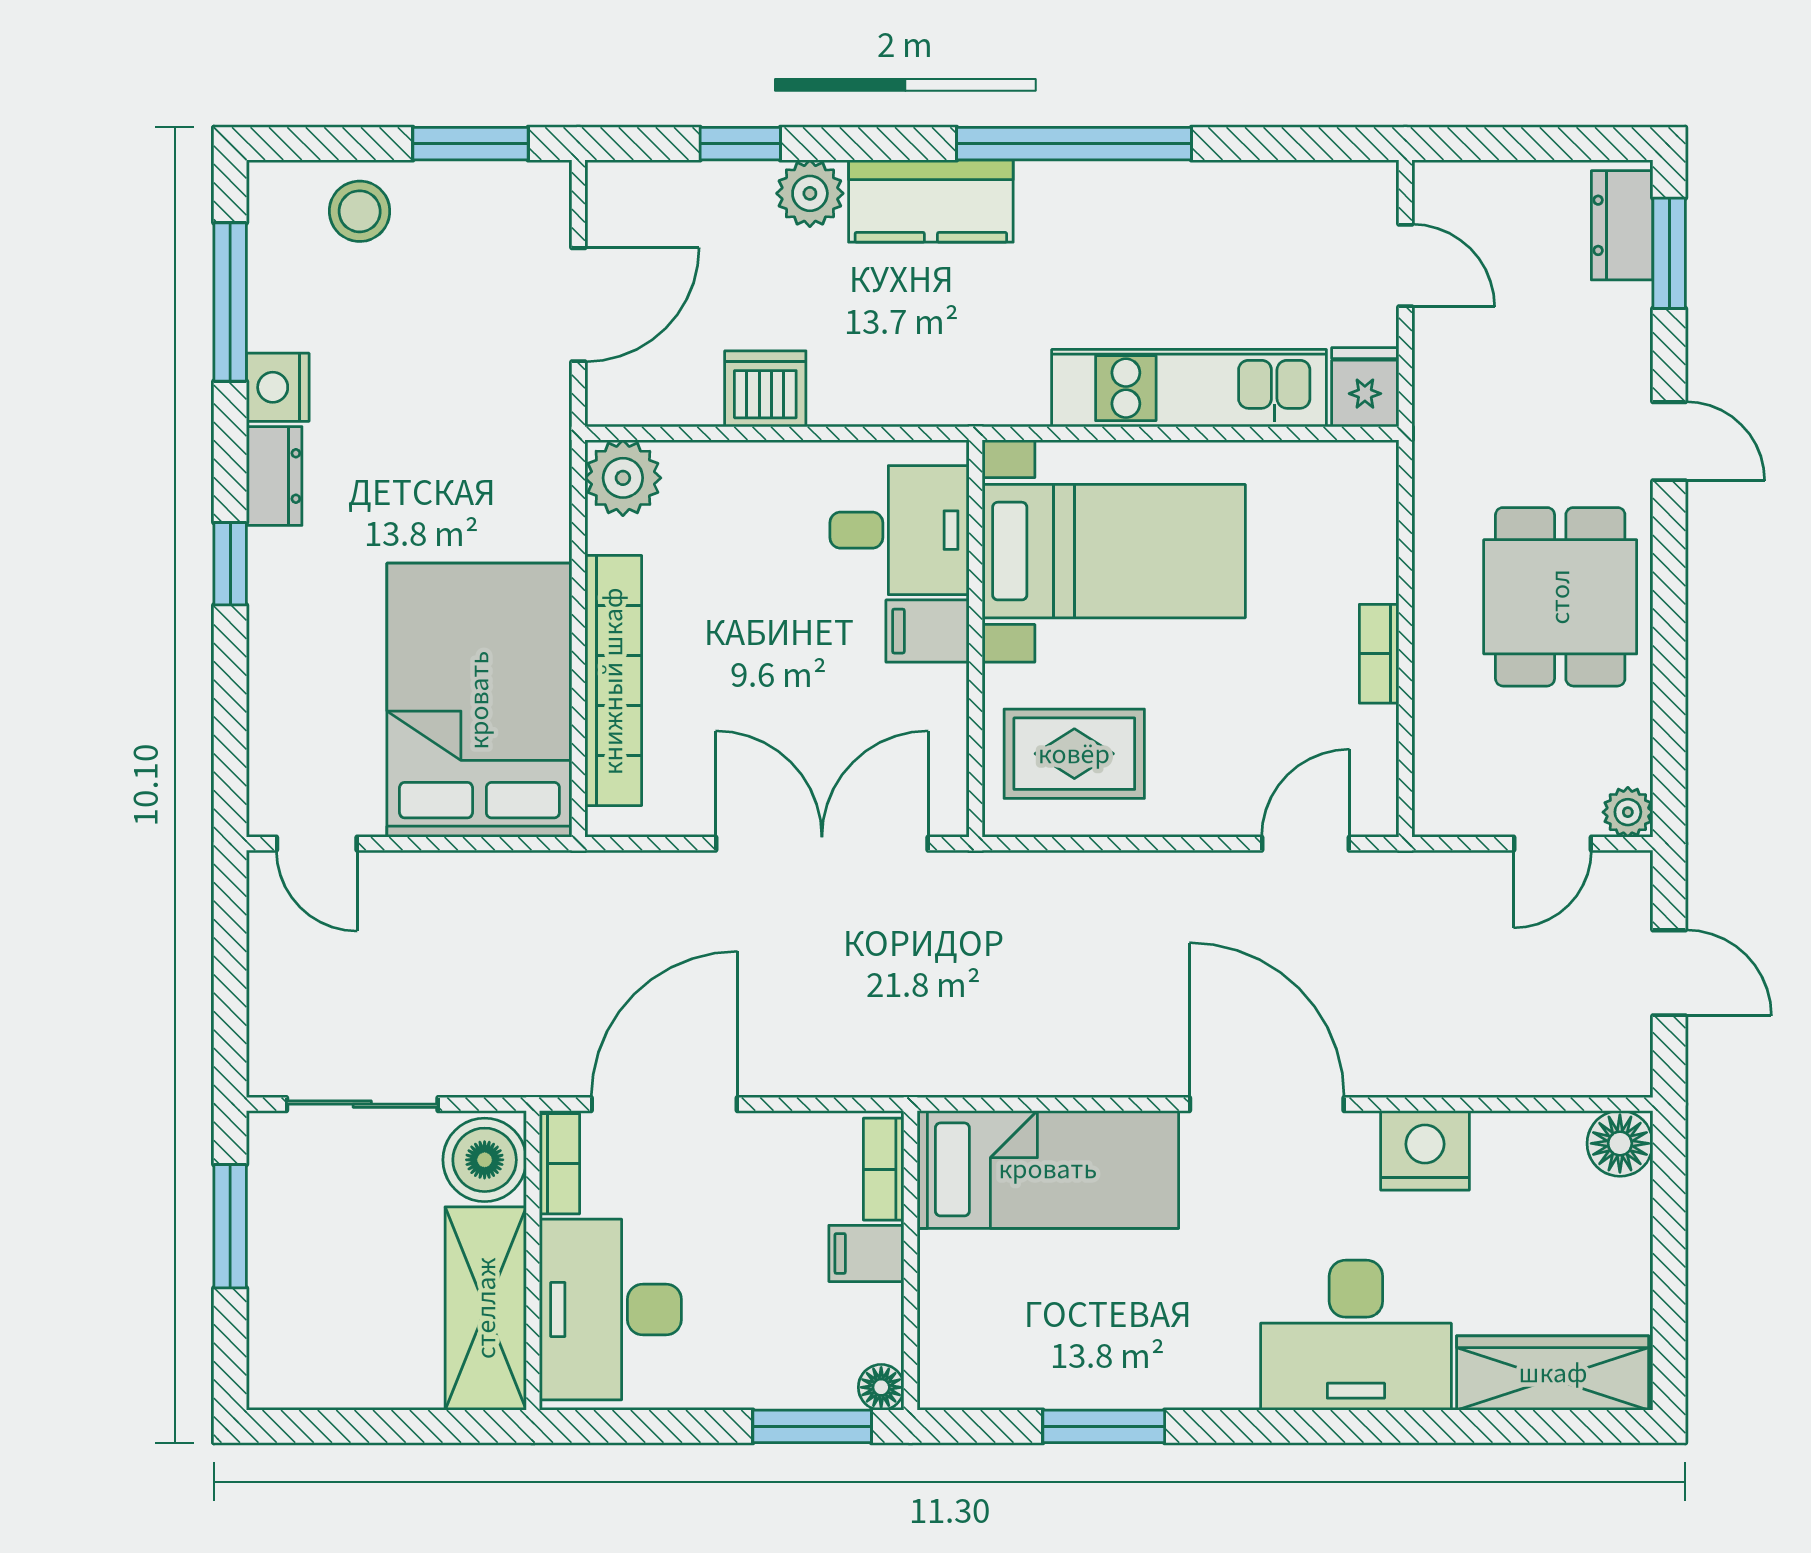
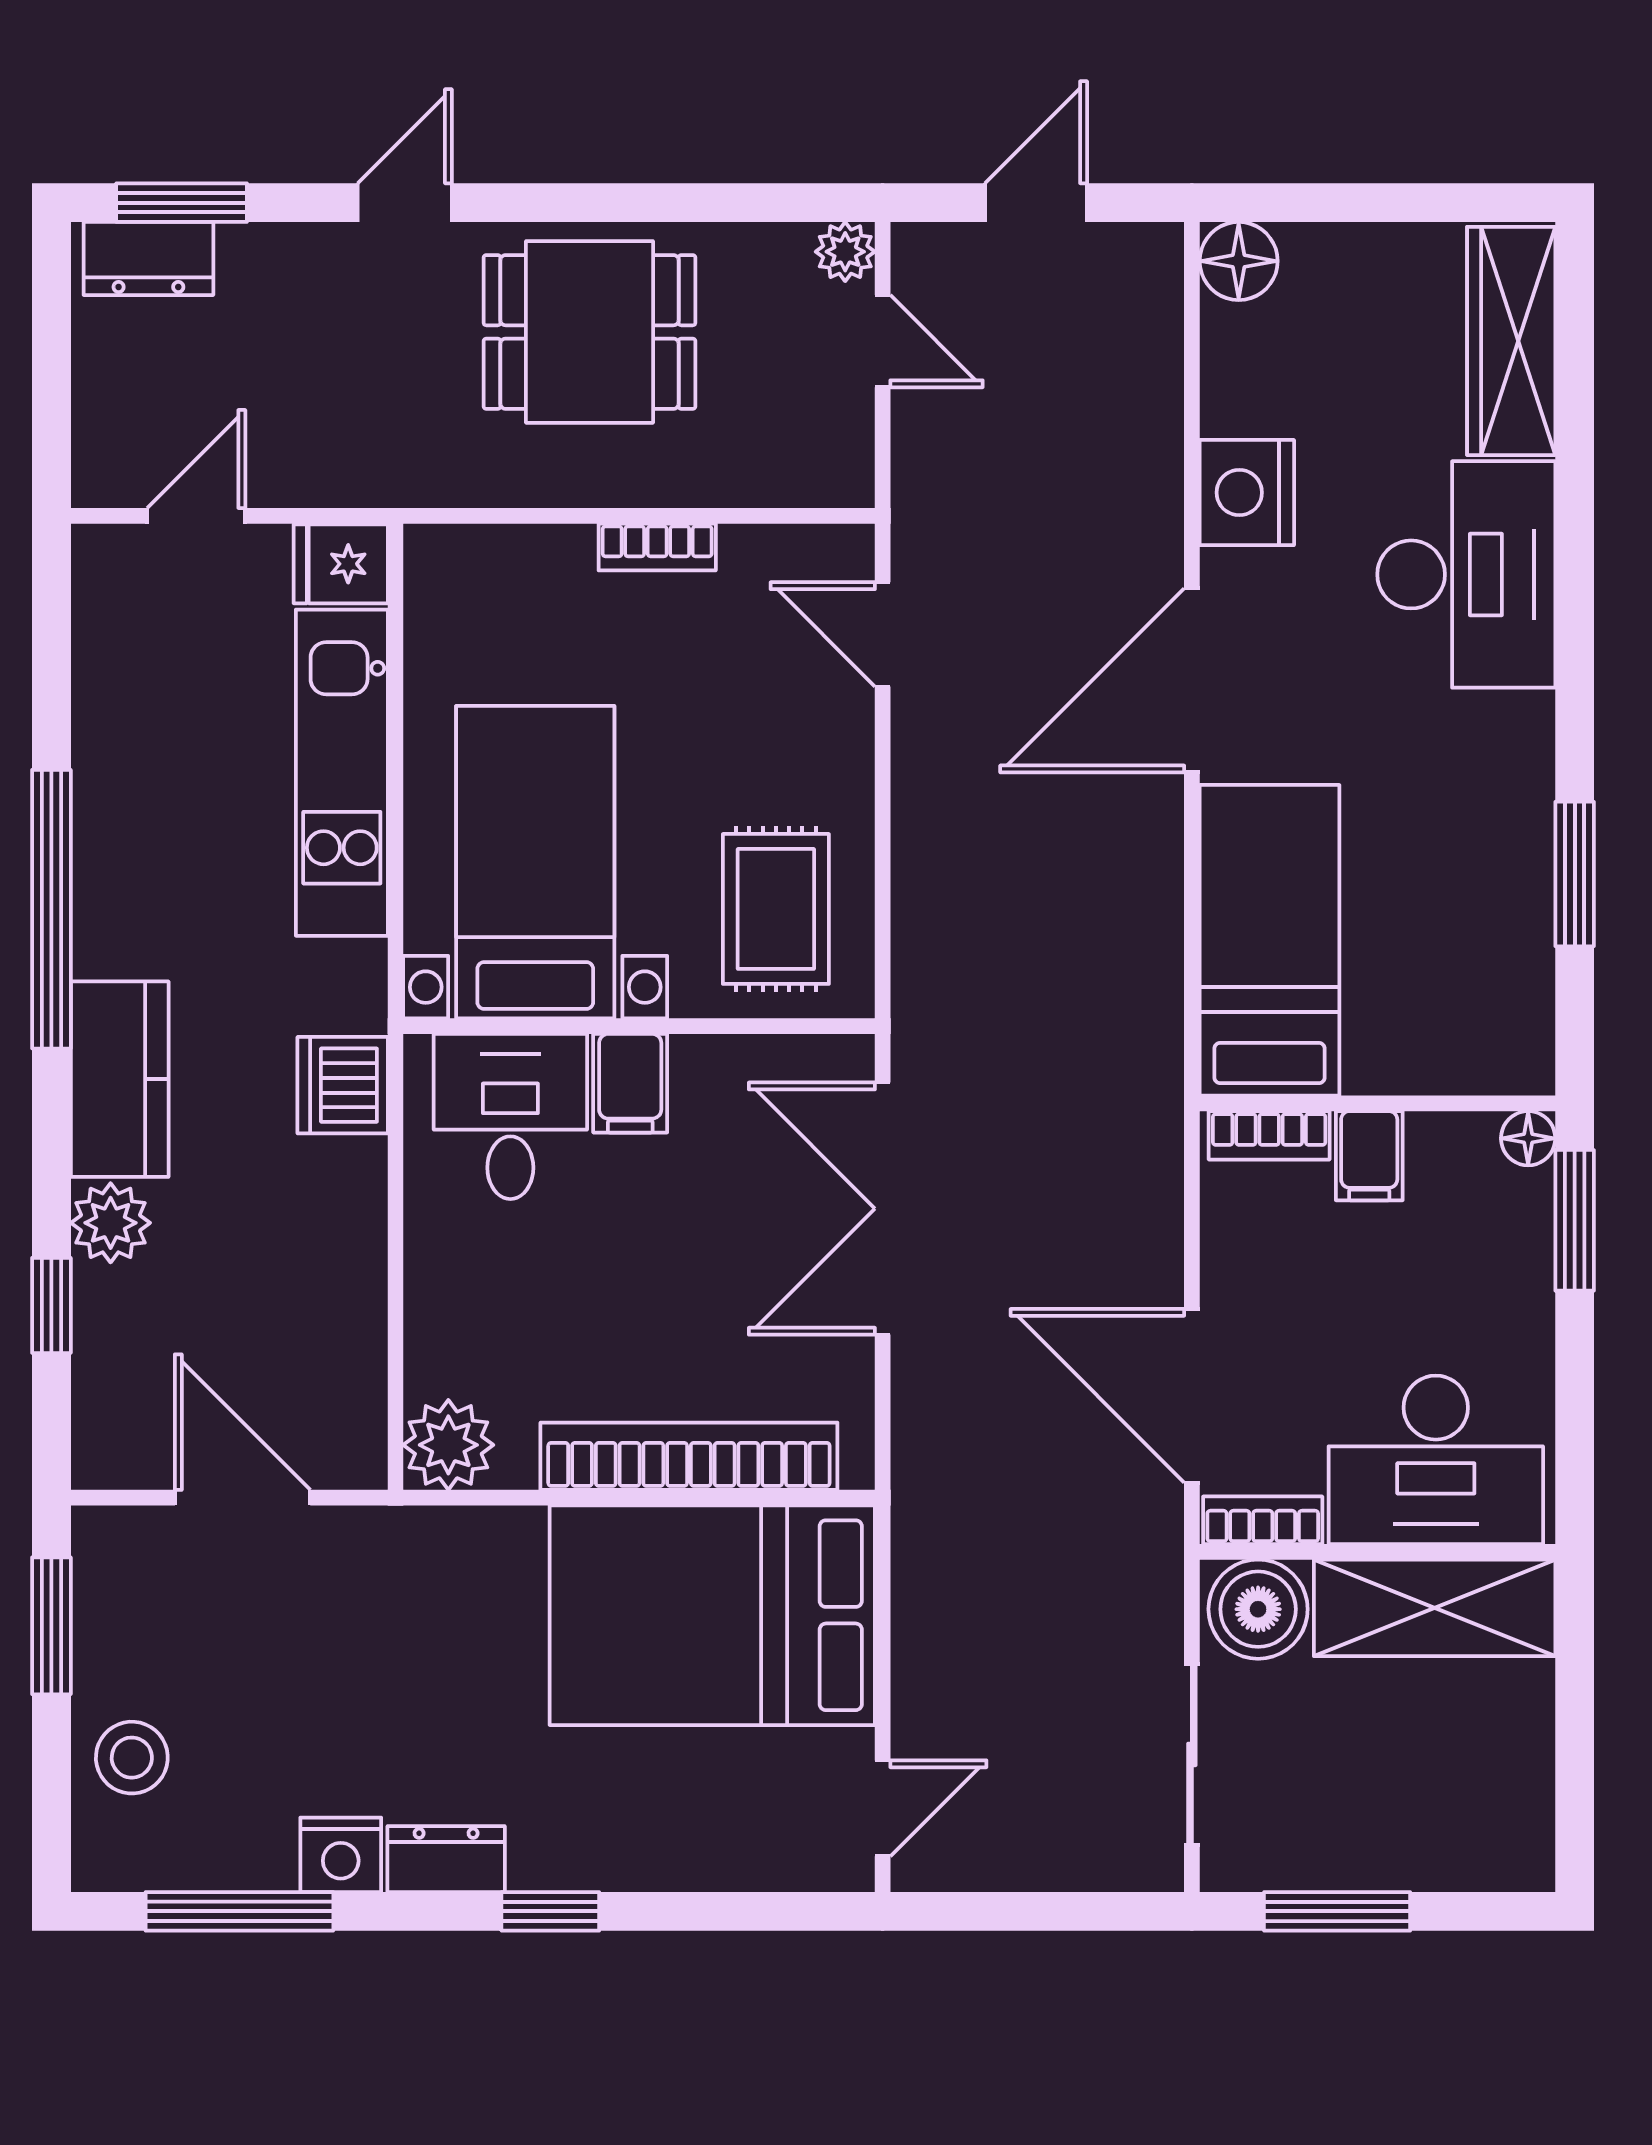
dishwasher: (765, 389) -> (343, 1085), moved

